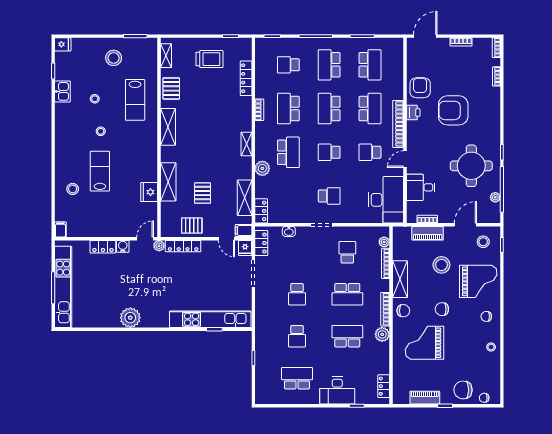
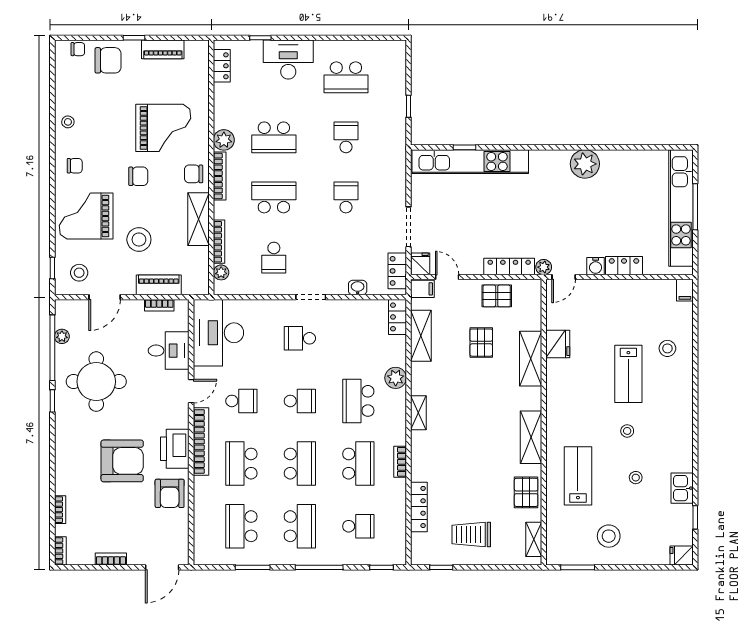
printer: (413, 113) -> (175, 449), width x1.87, depth x1.48

